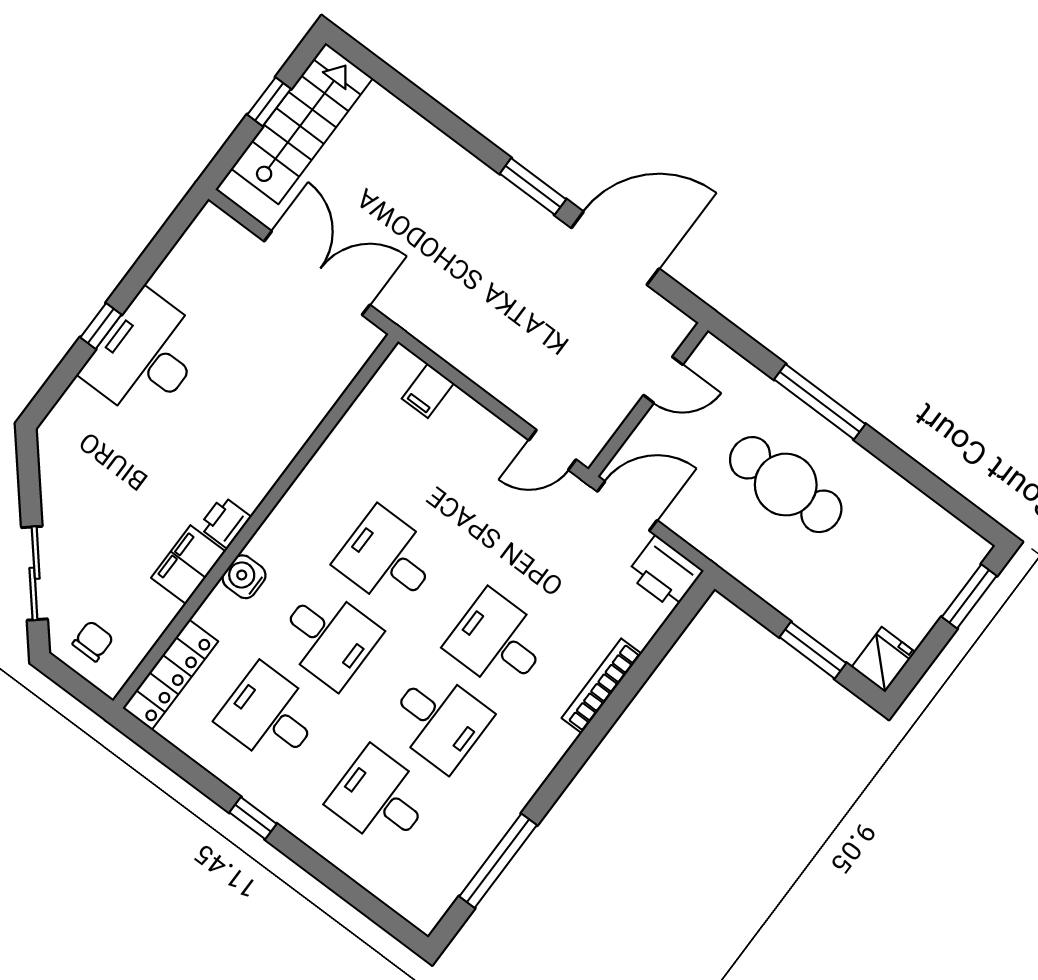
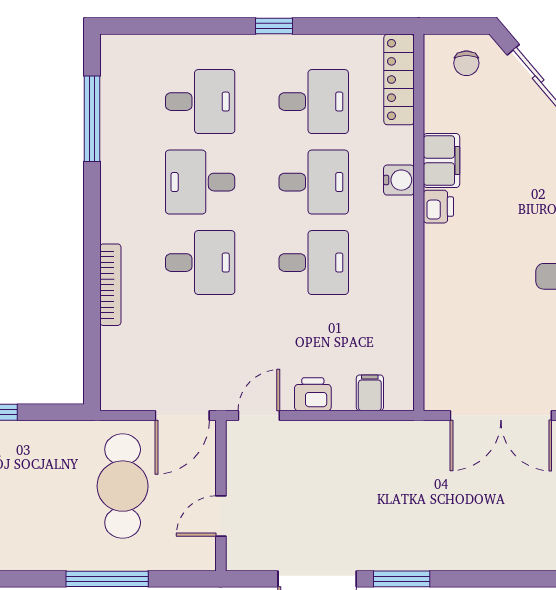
cafe table: (786, 485) -> (123, 486), moved, turned 90
printer: (665, 573) -> (313, 394), moved, width x0.73, depth x0.81
desk: (328, 637) -> (314, 182), turned 180

